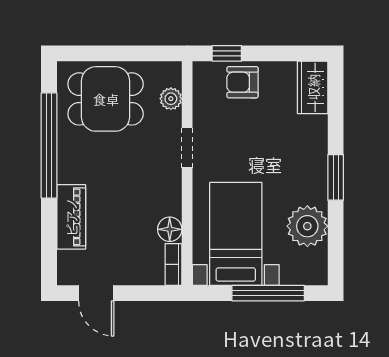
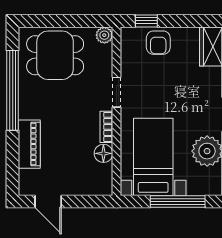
armchair: (242, 82) -> (158, 43), turned -90
plant: (171, 99) -> (104, 35), moved
bookcase: (174, 264) -> (106, 127), moved

